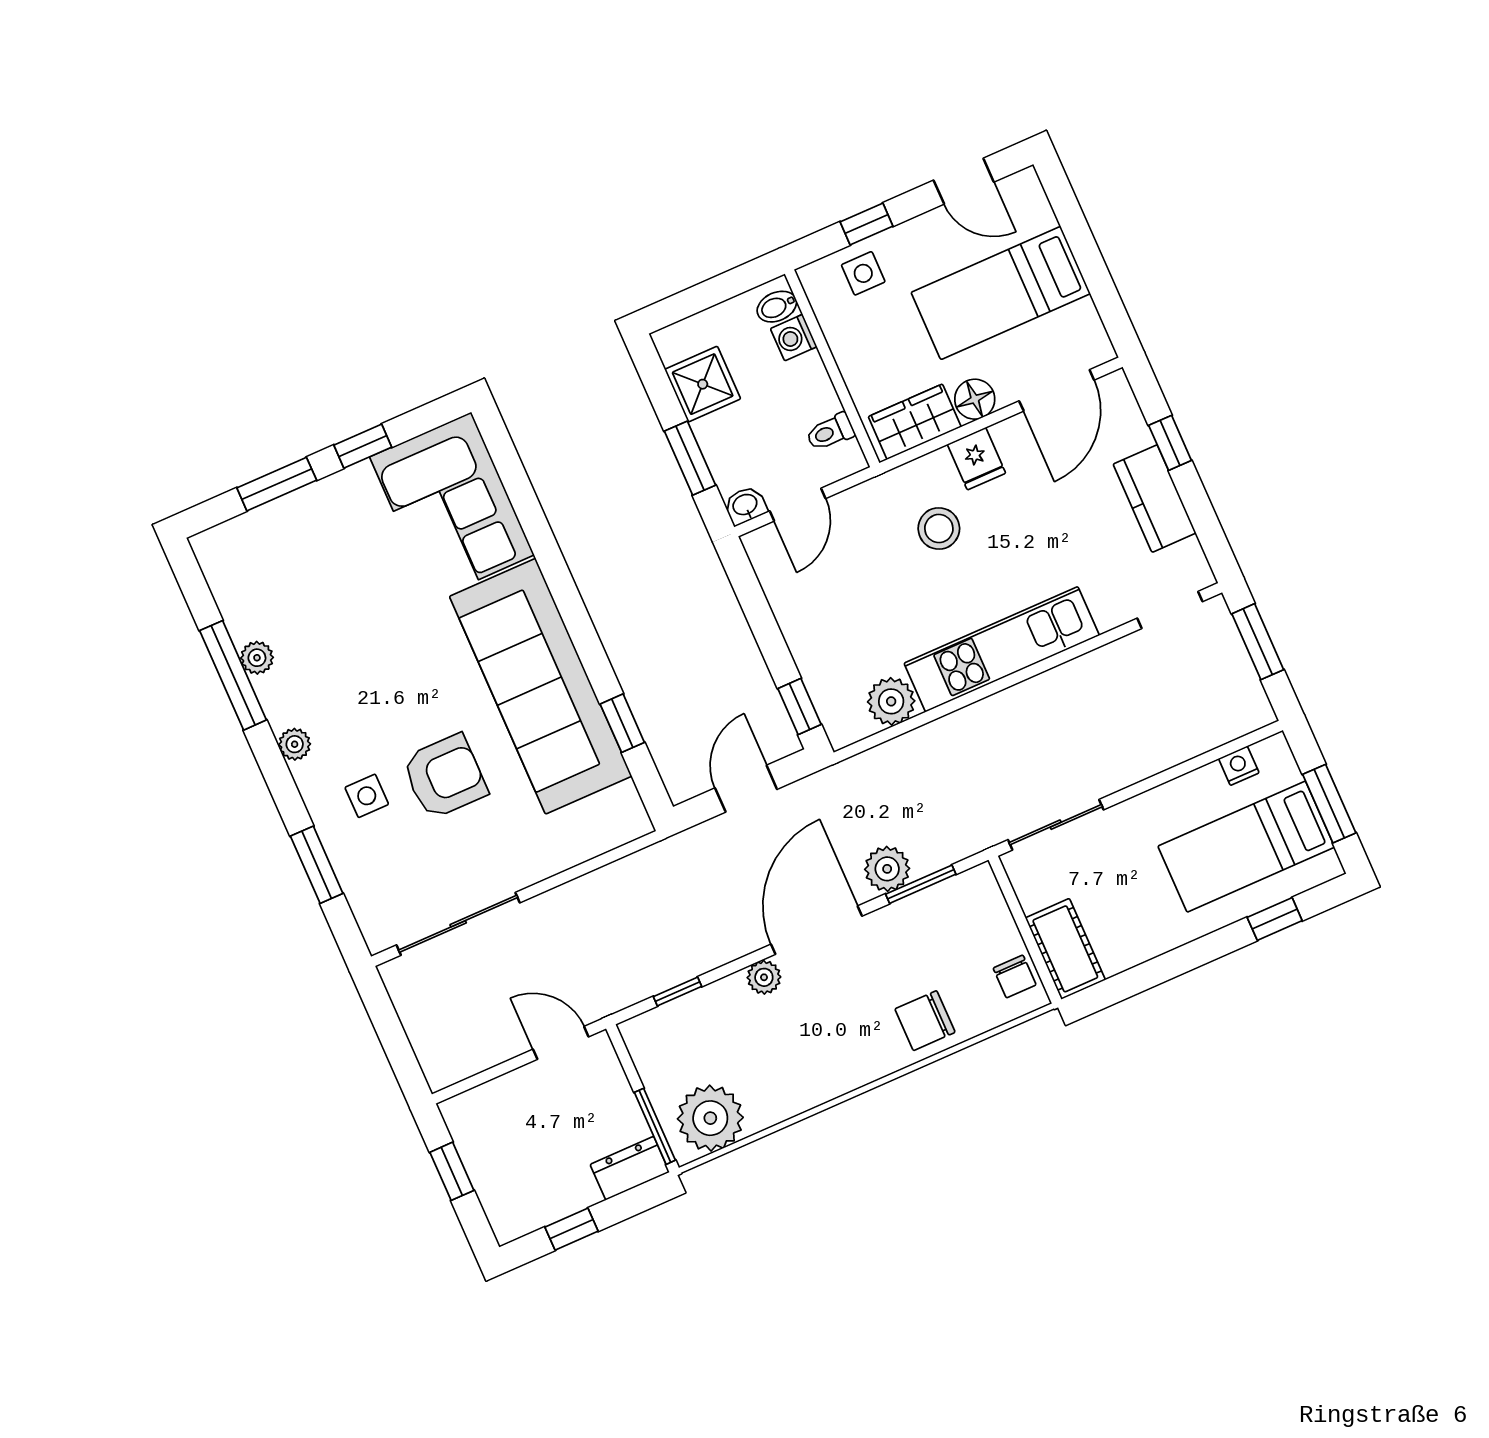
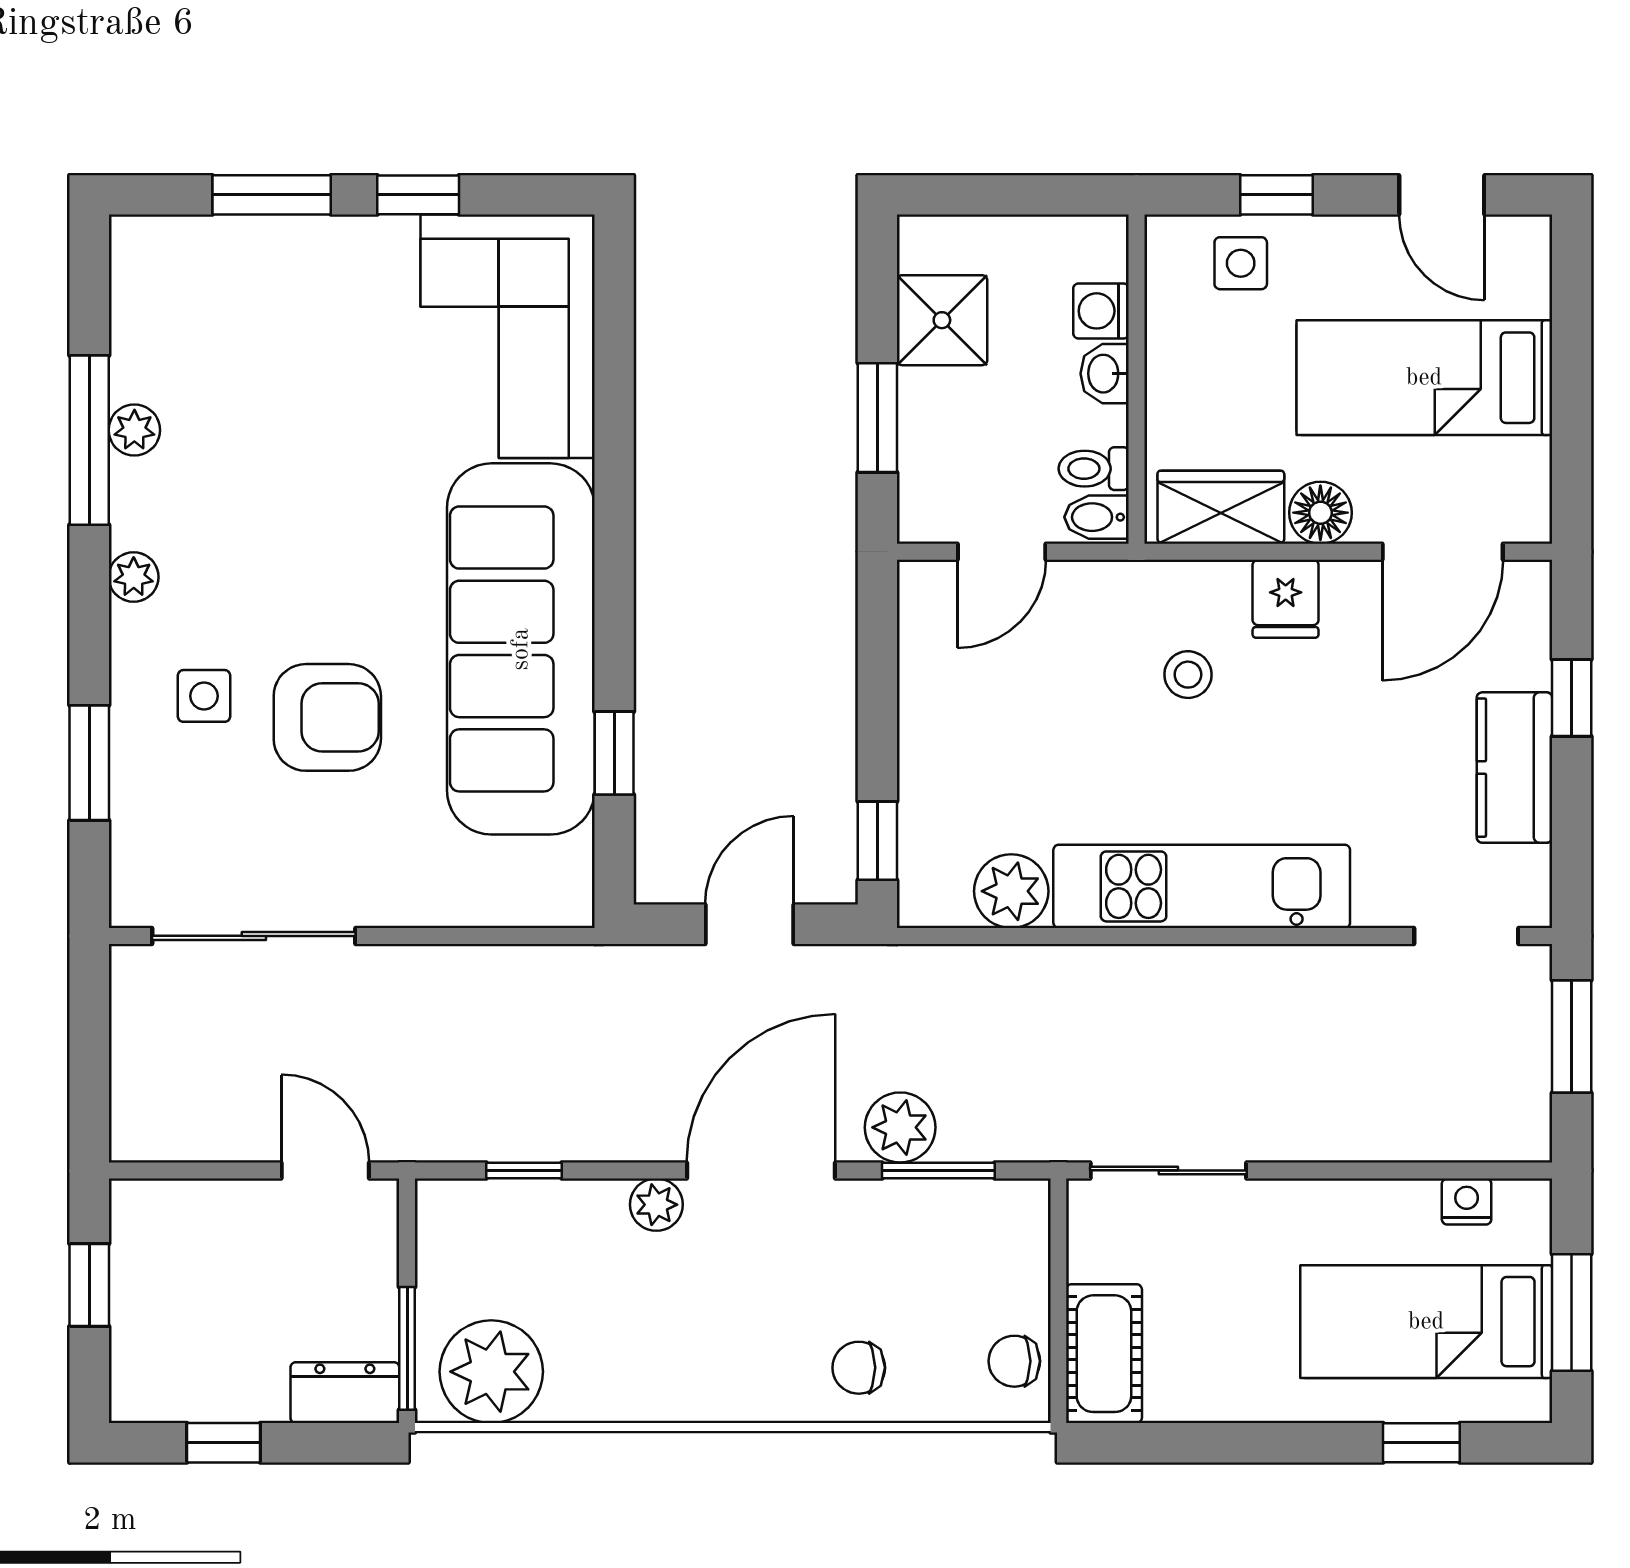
bidet: (777, 307) -> (1097, 517), moved
washbasin: (745, 505) -> (1105, 374), moved, turned -90
stool: (939, 529) -> (1188, 675), width x0.73, depth x0.73
chair: (1015, 977) -> (1014, 1361), turned 90
chair: (925, 1021) -> (859, 1368), width x0.73, depth x0.73

